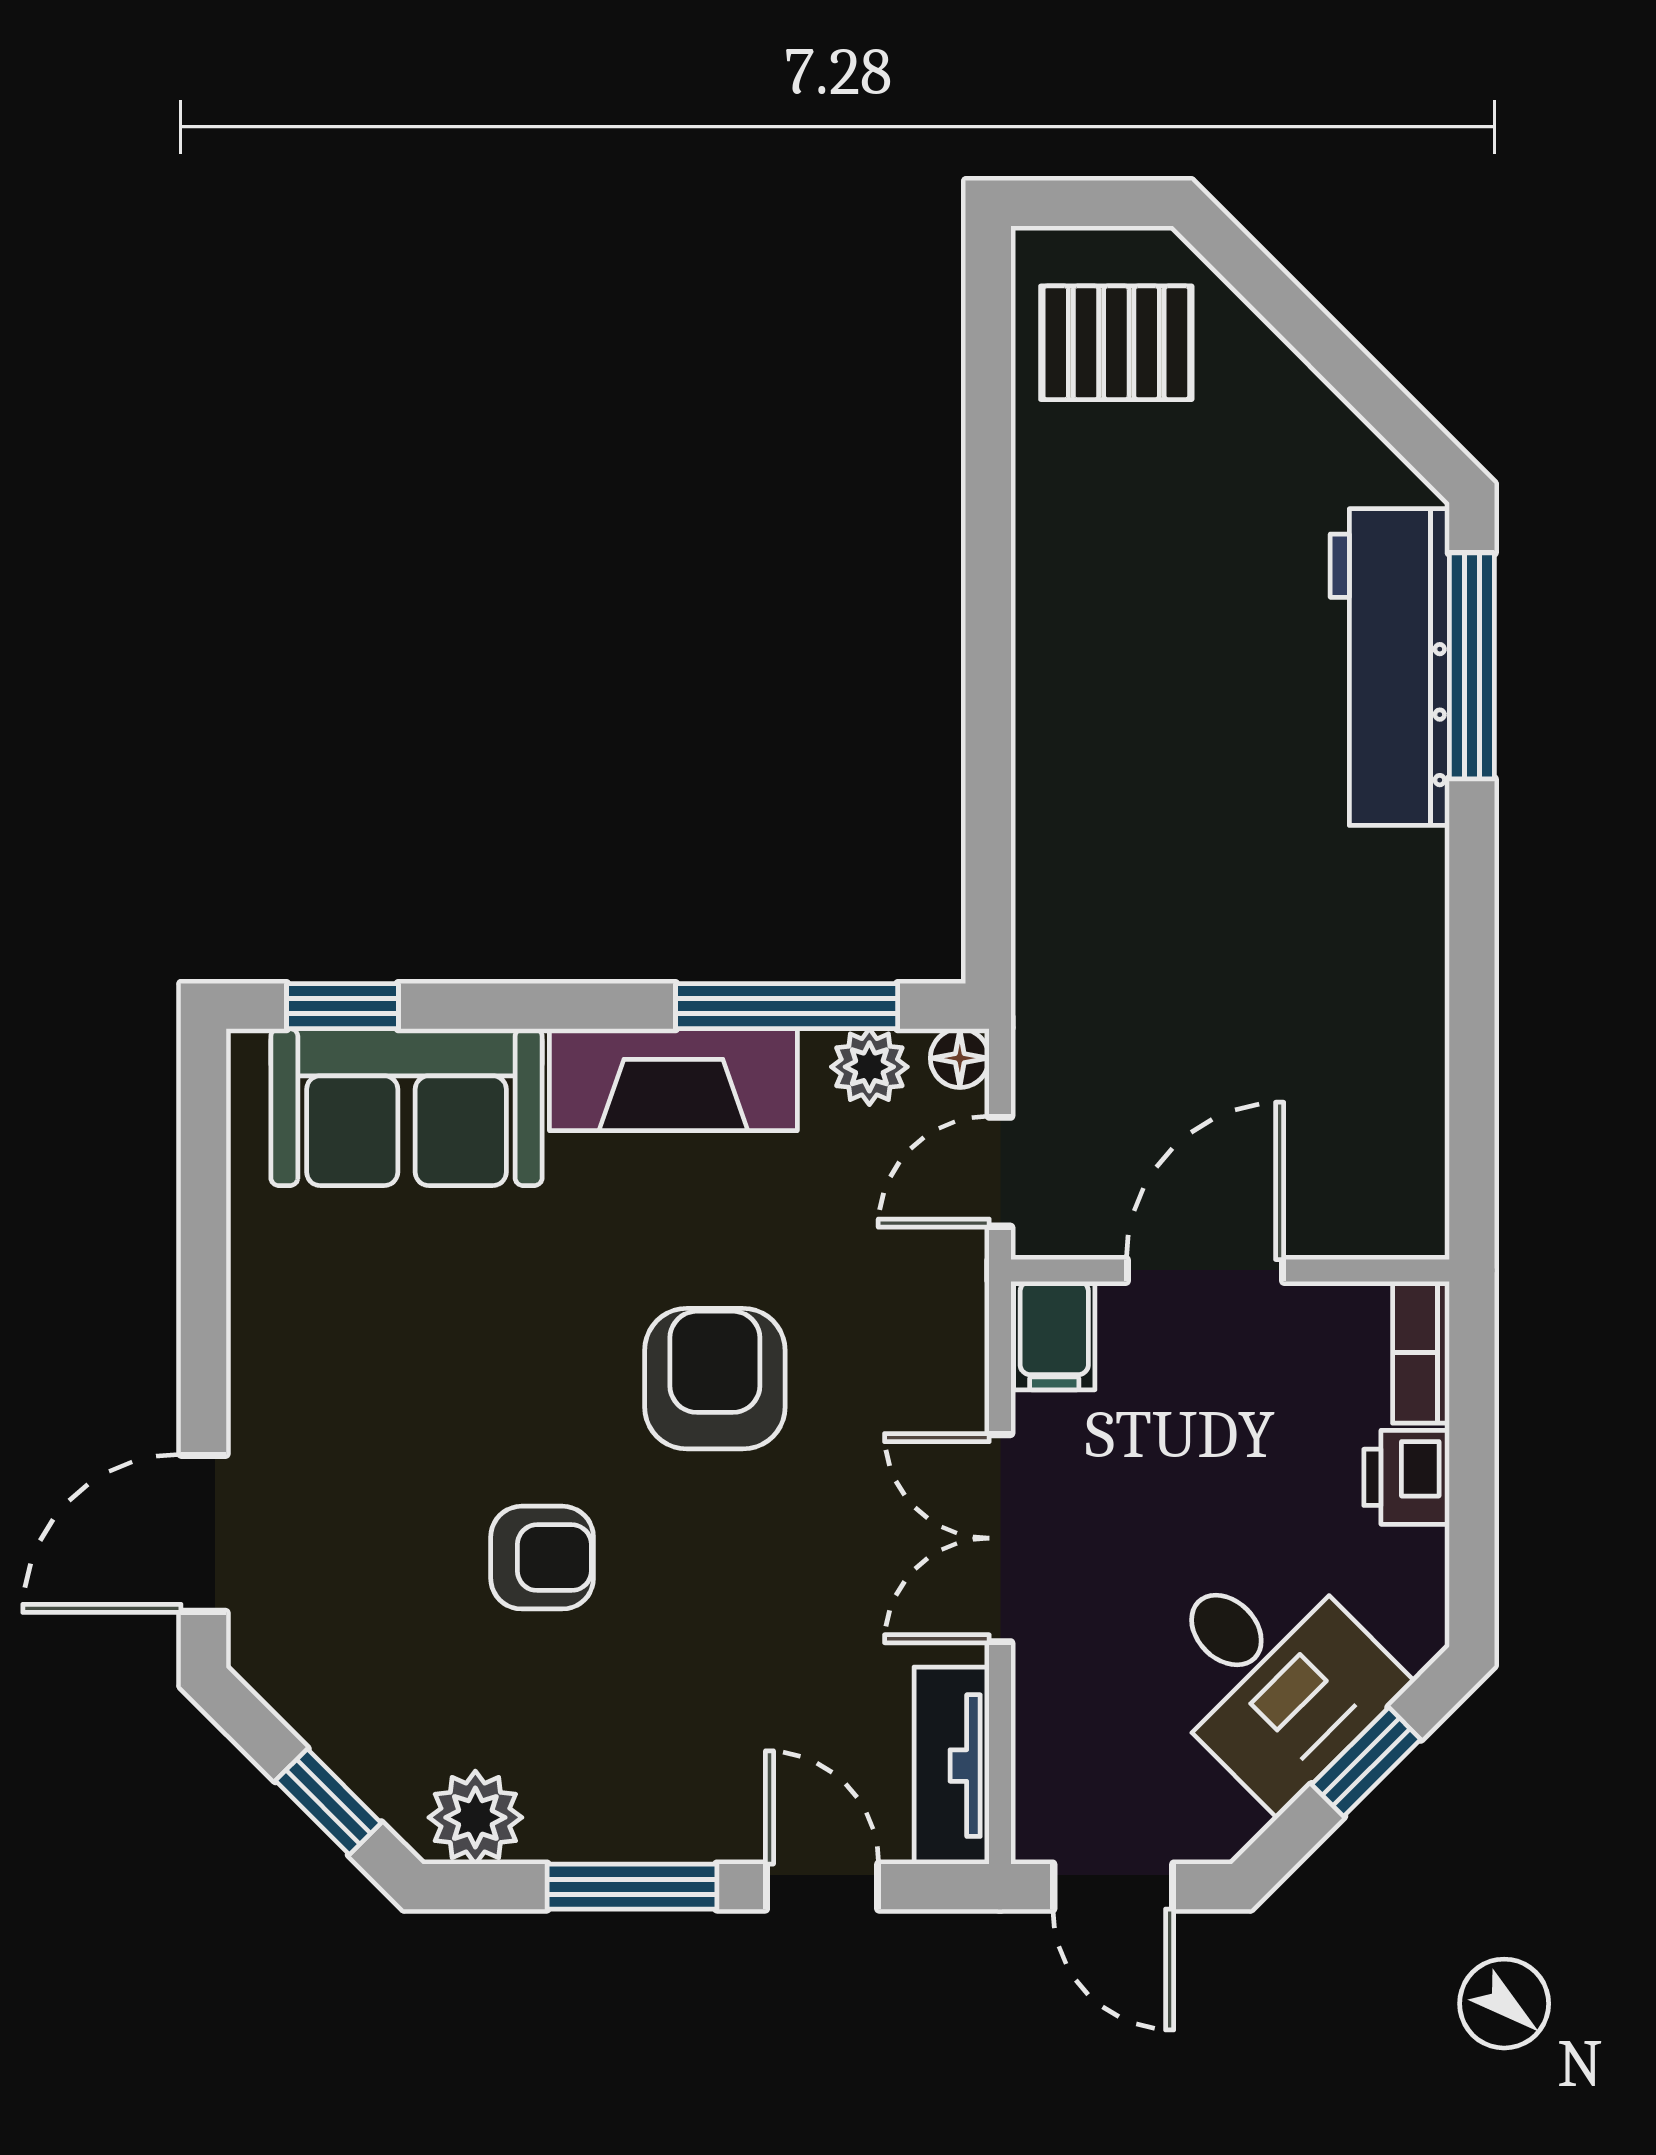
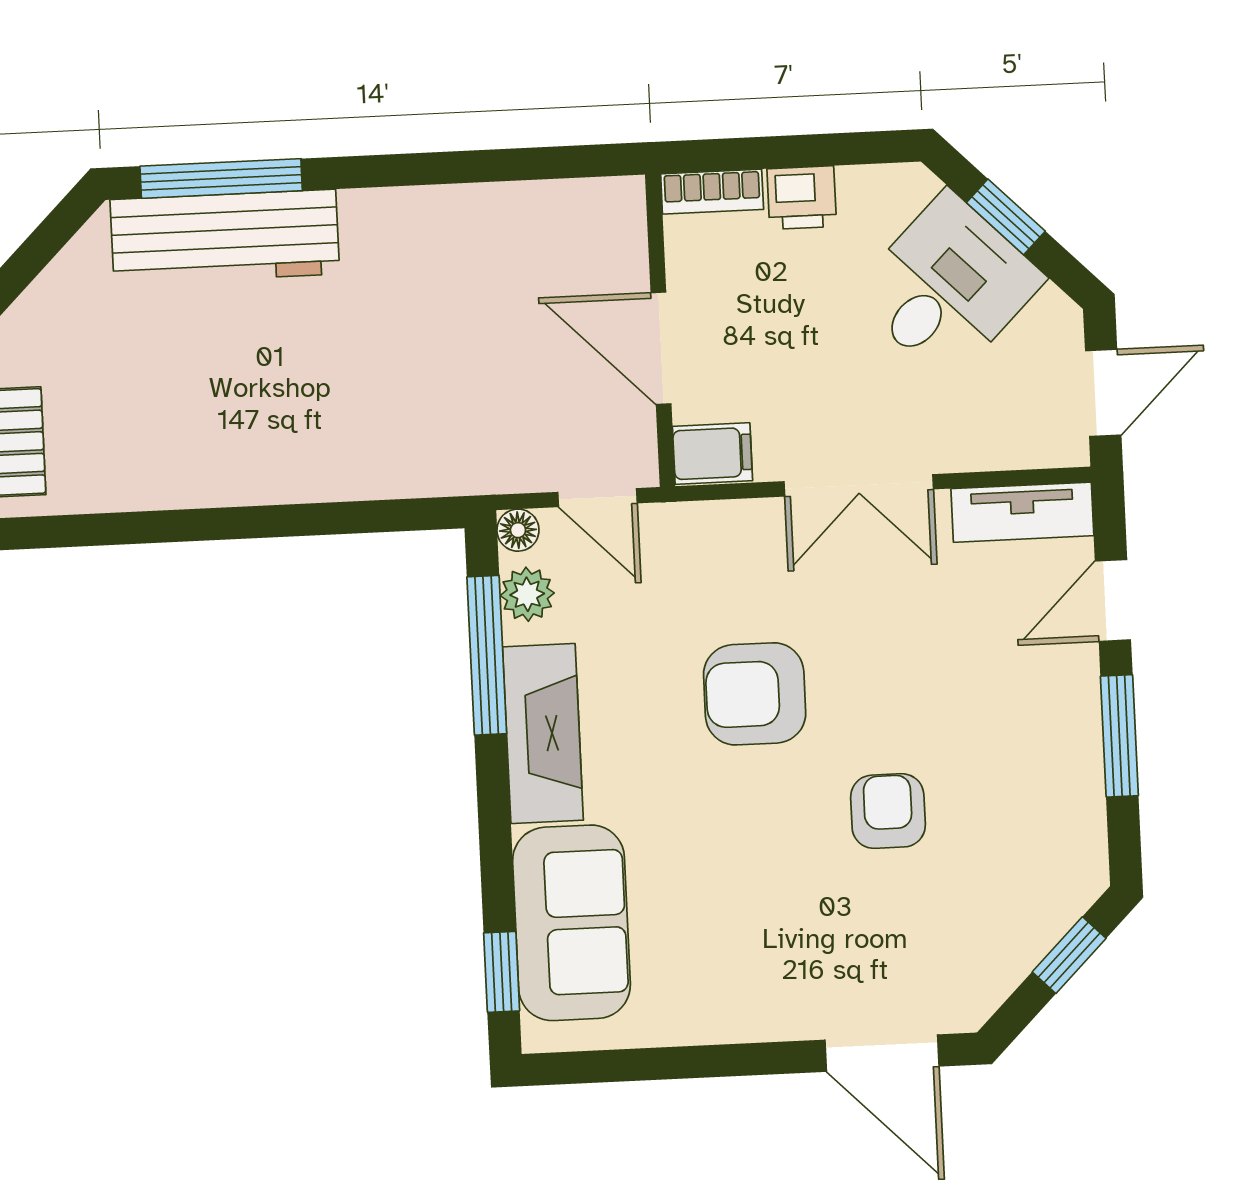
plant: (475, 1817) -> (1075, 850), removed

